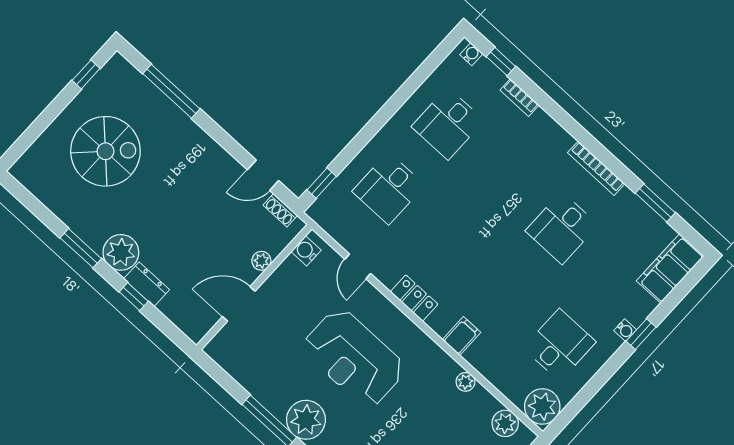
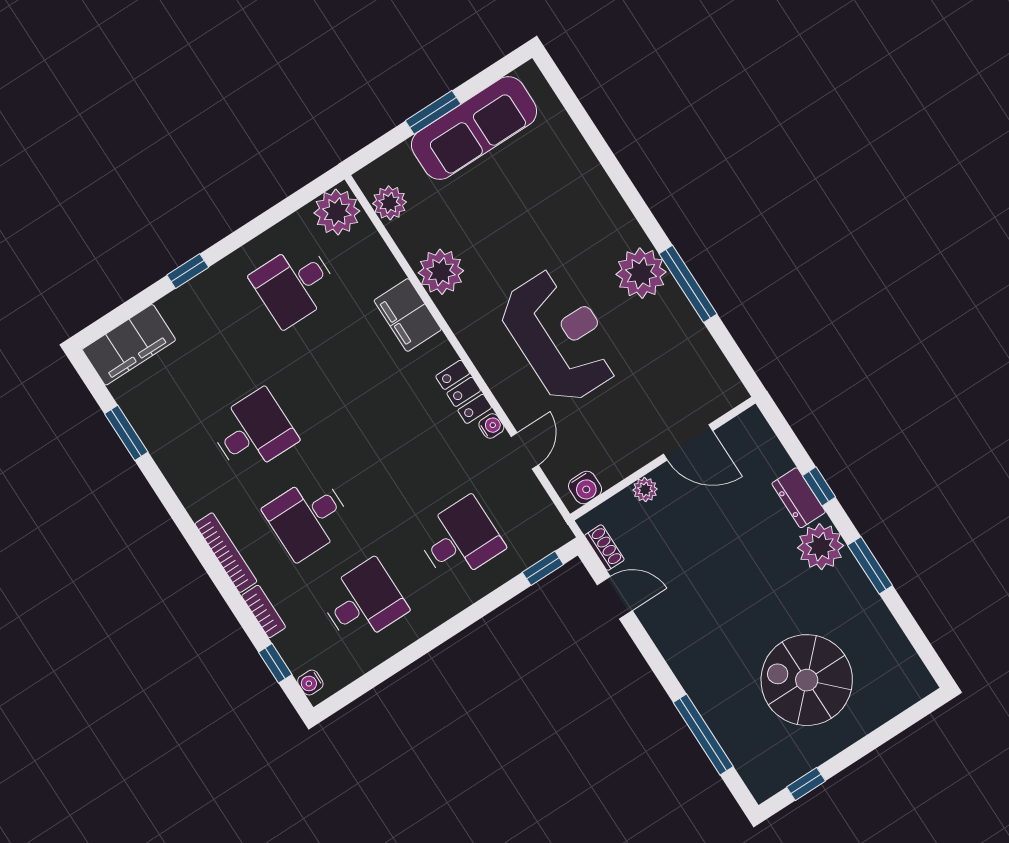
bookcase: (596, 168) -> (226, 553), moved
desk: (505, 176) -> (308, 517), added
water cooler: (625, 330) -> (491, 426), moved, turned 90
filing cabinet: (461, 336) -> (408, 315), width x2.00
plant: (466, 382) -> (441, 272), width x1.88, depth x1.88

